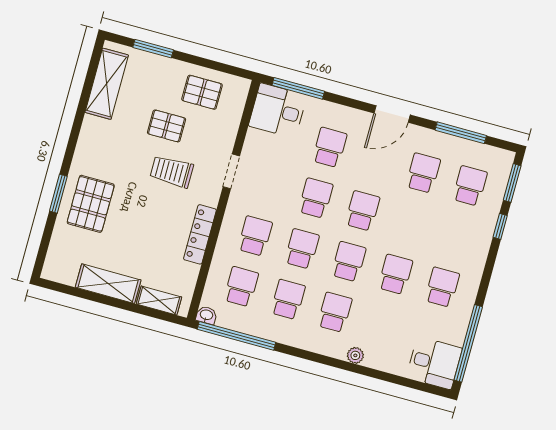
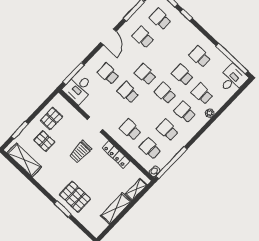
pallet: (167, 126) -> (44, 141), moved, turned 90
school desk: (302, 249) -> (202, 94), moved

